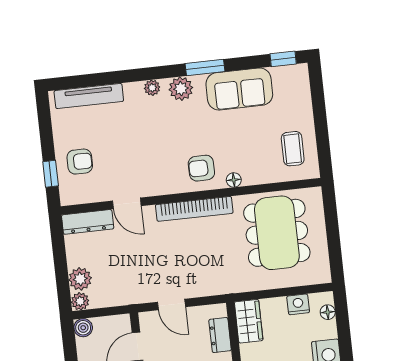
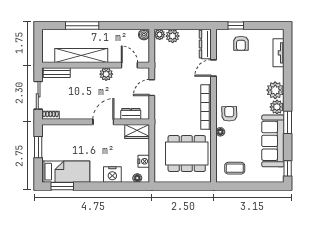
plant: (152, 88) -> (275, 90), width x1.88, depth x1.88
sofa: (239, 89) -> (273, 141), width x1.36
tv unit: (89, 96) -> (279, 53), width x0.71

